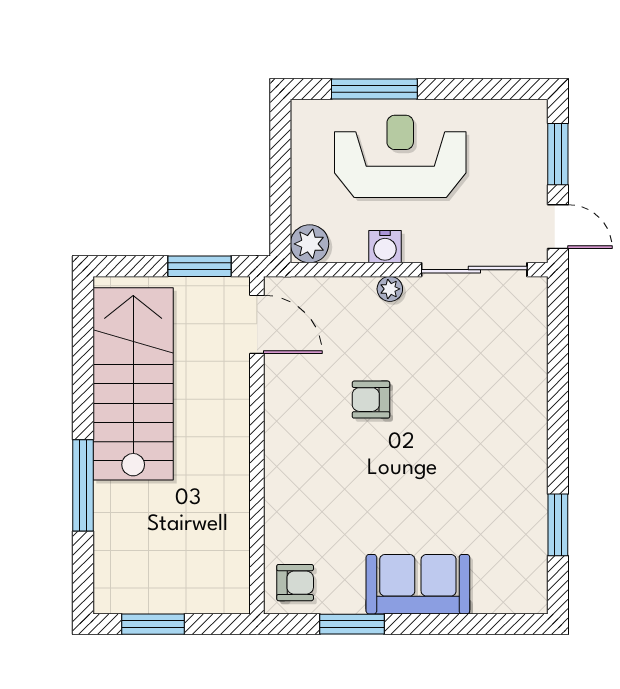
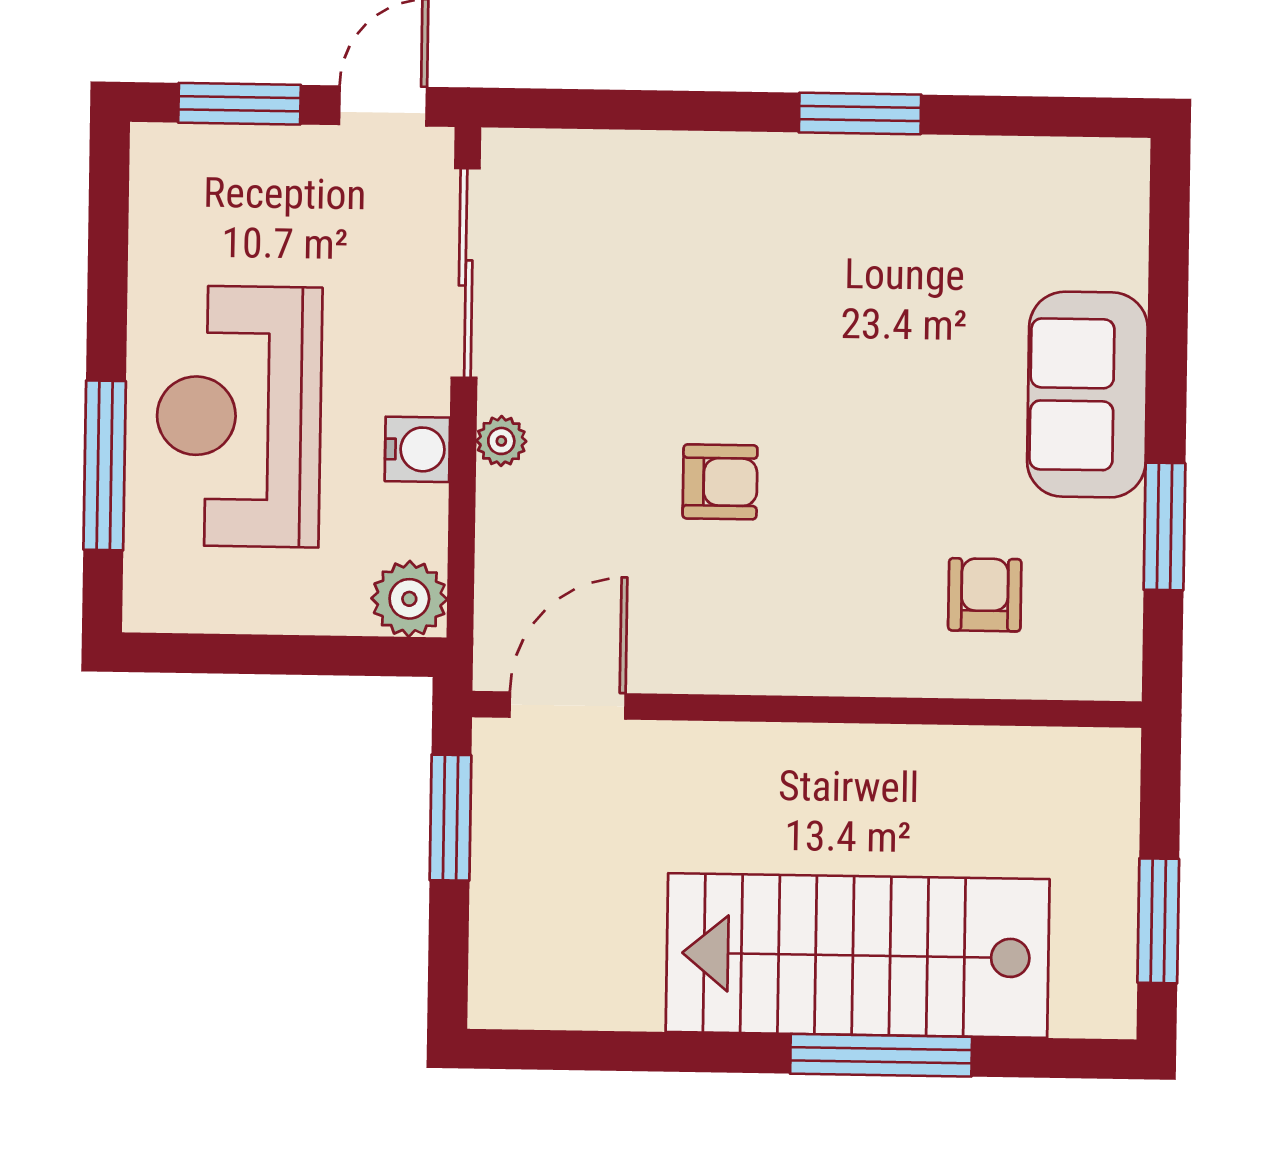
stairs: (133, 384) -> (858, 955), moved
armchair: (371, 400) -> (720, 482), turned -90
window: (558, 525) -> (860, 113), moved
armchair: (295, 583) -> (985, 595), moved

